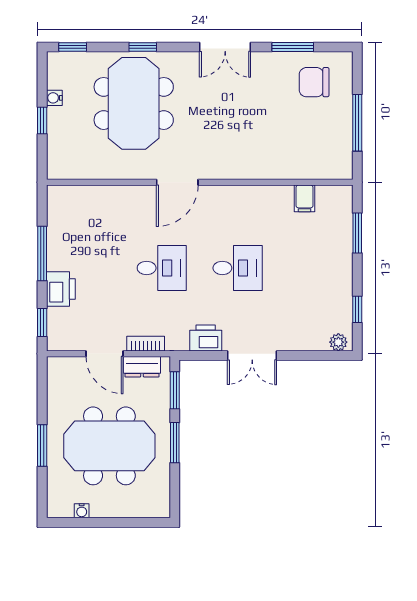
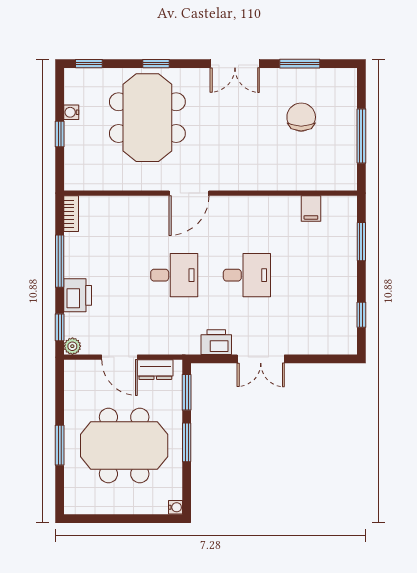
chair: (314, 82) -> (301, 117), moved, turned 90
plant: (338, 342) -> (72, 346), moved
bookcase: (146, 344) -> (71, 214), moved, turned 90
water cooler: (82, 511) -> (176, 507), moved, turned -90

